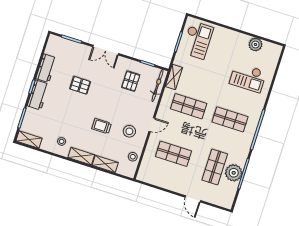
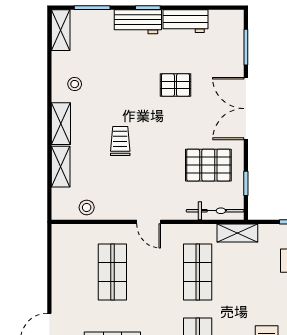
double door: (106, 50) -> (246, 109), width x1.37
pallet: (131, 81) -> (208, 165), width x1.50, depth x1.42
pallet: (80, 85) -> (175, 85), turned 90
stool: (129, 131) -> (126, 189), removed

